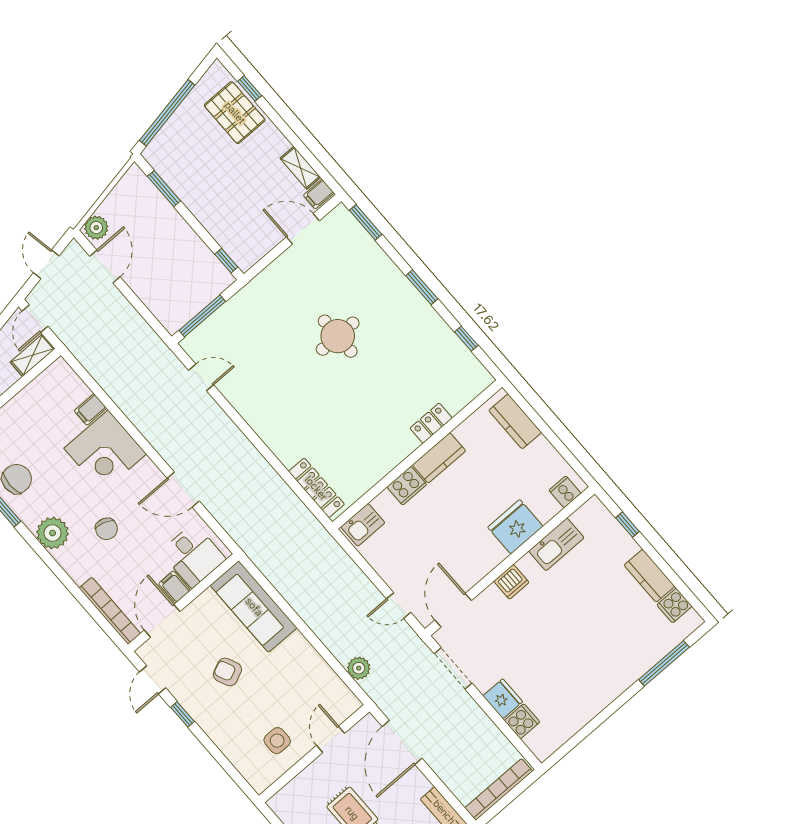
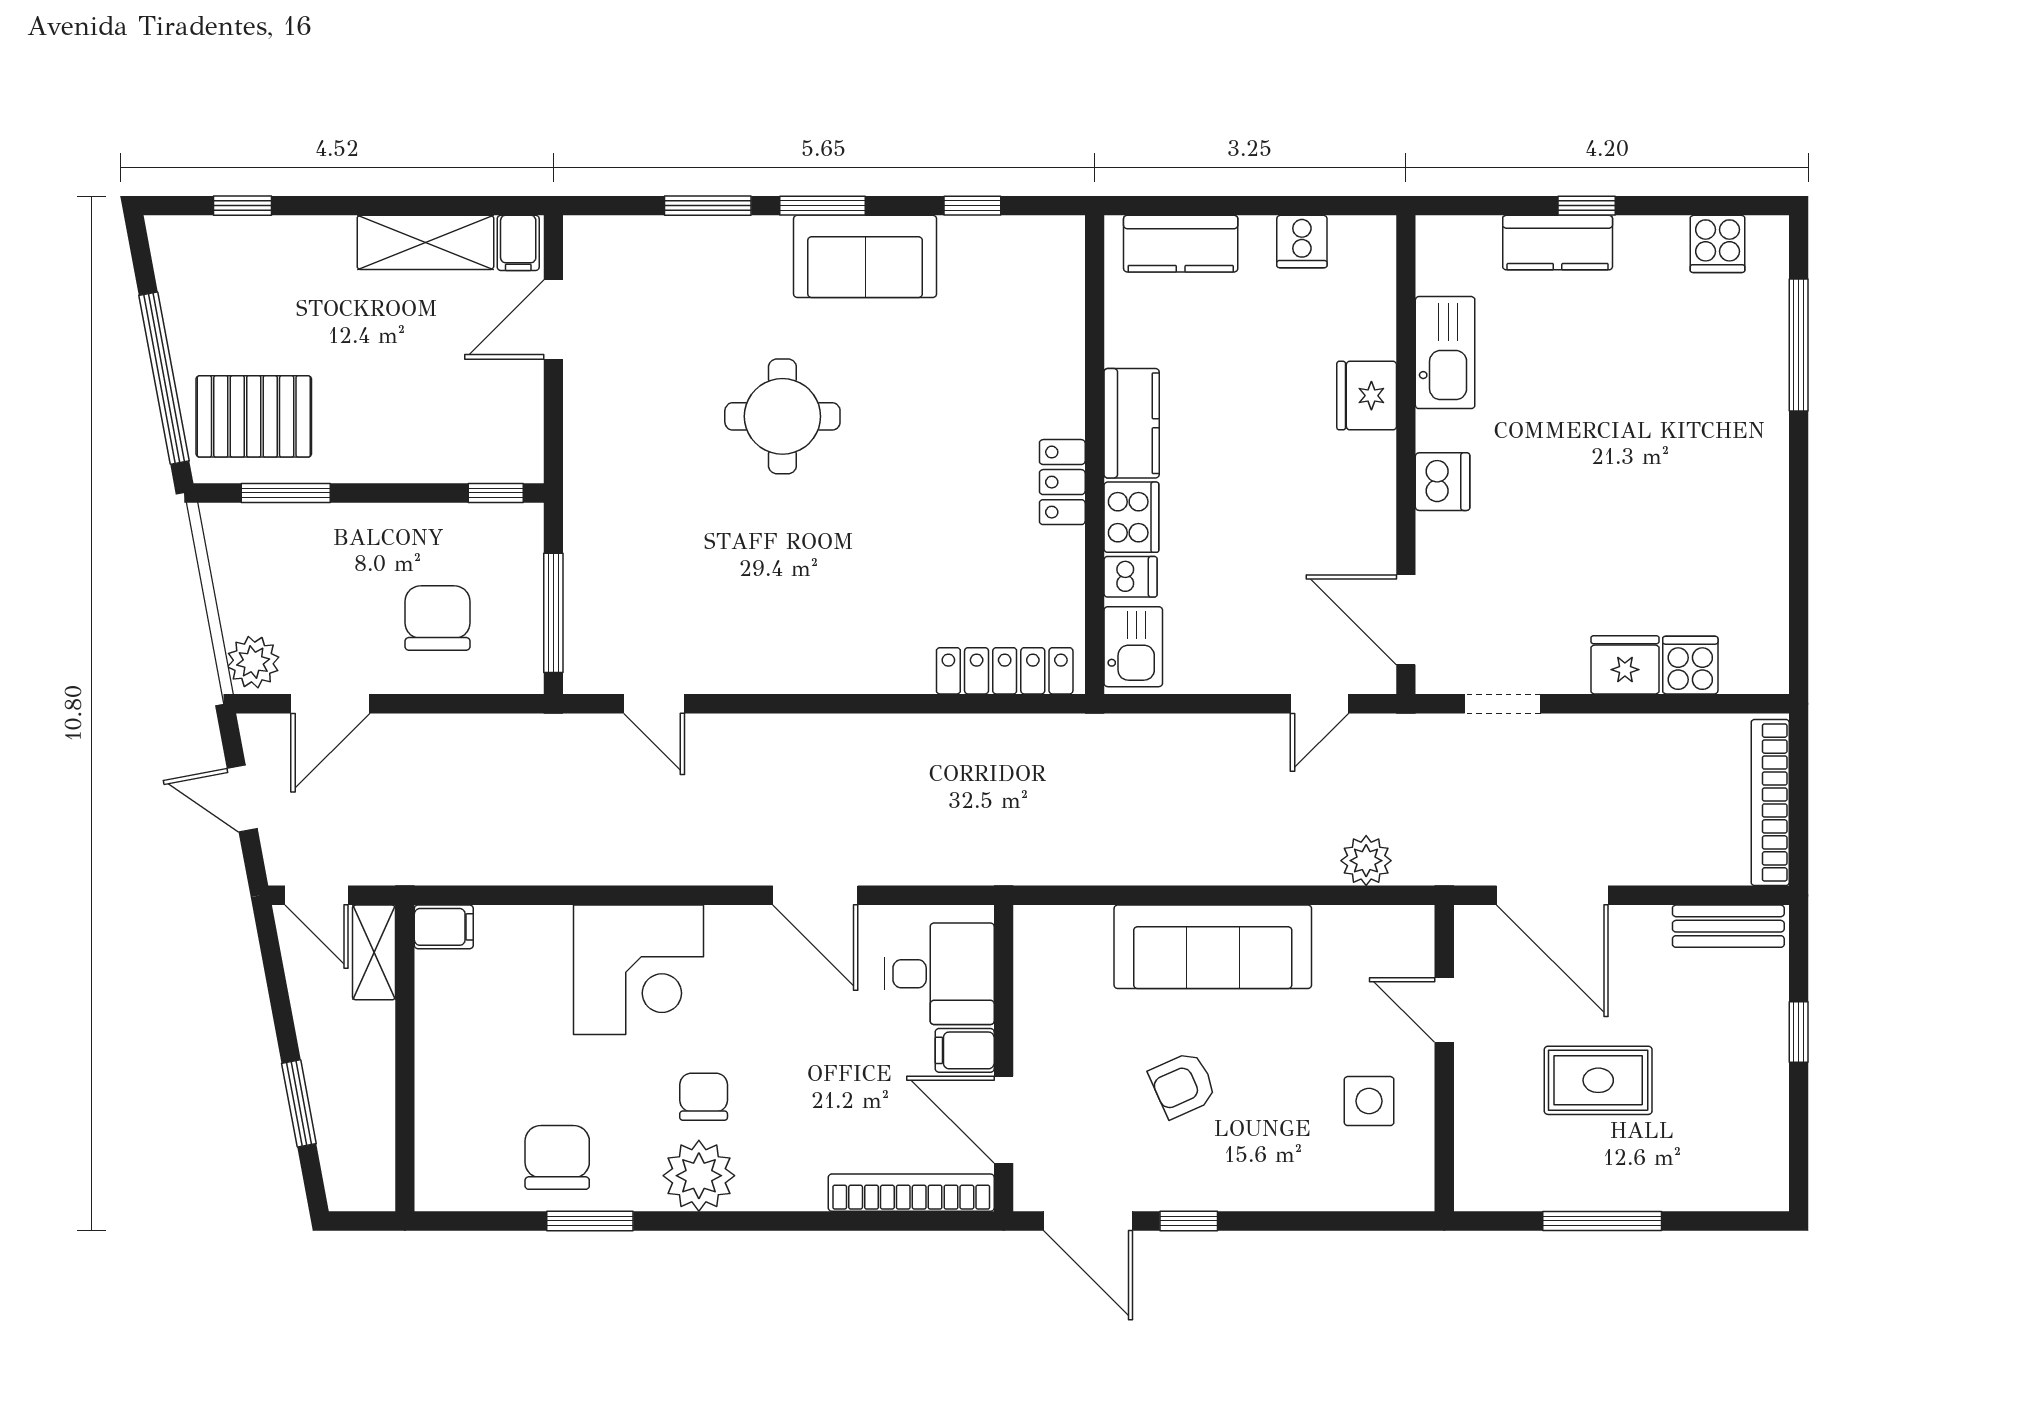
pallet: (235, 113) -> (254, 416), moved
shelving: (300, 168) -> (425, 242), width x1.50, depth x1.33
window: (366, 222) -> (708, 206), moved
door: (105, 266) -> (330, 704), swing flipped
chair: (166, 278) -> (438, 618), added
sofa: (417, 317) -> (865, 256), added
door: (201, 377) -> (654, 704), swing flipped
filing cabinet: (90, 409) -> (444, 927), moved, turned -90
locker: (431, 423) -> (1062, 482), moved
door: (183, 490) -> (815, 895), hinge flipped
cooker: (565, 492) -> (1302, 241), moved, turned -90
dishwasher: (386, 503) -> (1131, 577), added
window: (627, 525) -> (1587, 206), moved
fridge: (515, 527) -> (1367, 396), width x0.73, depth x0.75
chair: (106, 529) -> (704, 1097), moved, turned -108
kitchen counter: (649, 576) -> (1558, 243), moved
sofa: (254, 607) -> (1213, 947), moved
doorway: (453, 668) -> (1503, 704), width x0.73
door: (153, 680) -> (1088, 1221), width x1.38

